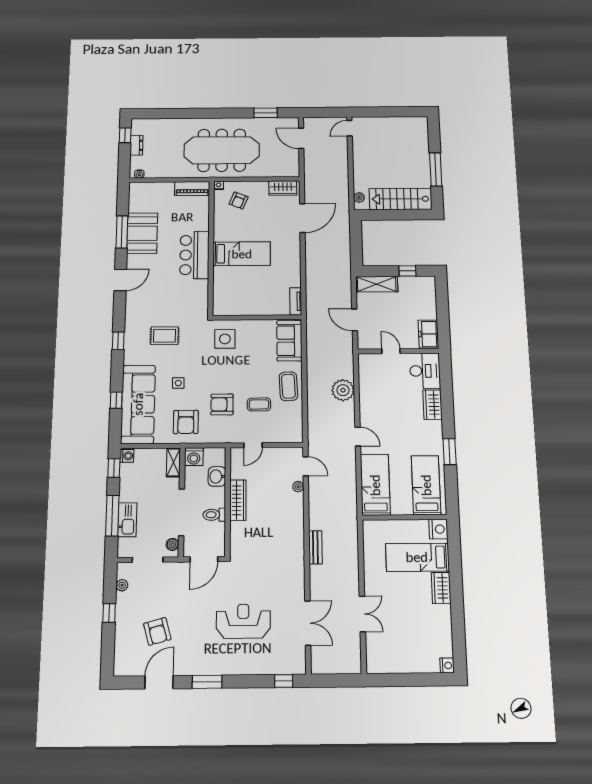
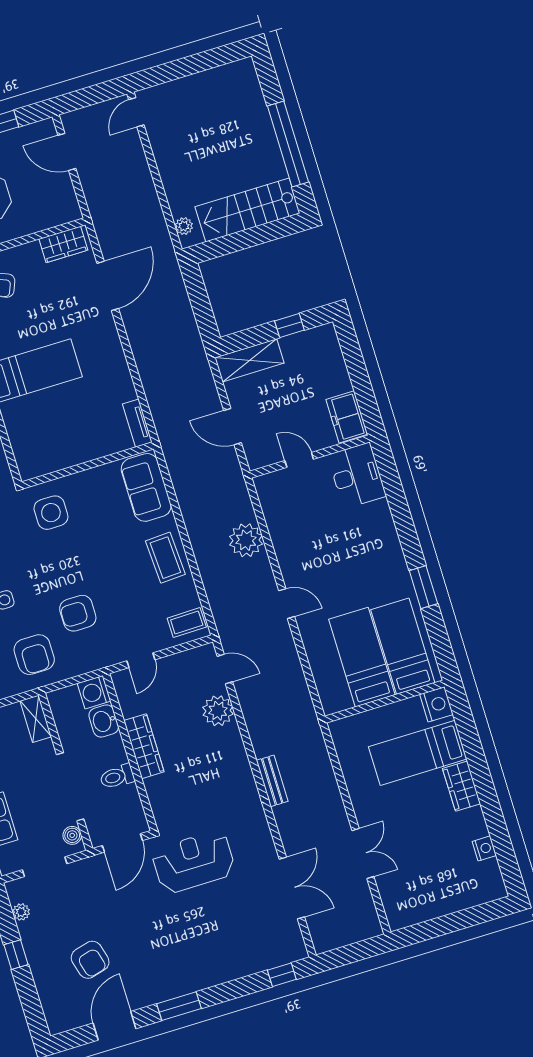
window: (436, 169) -> (288, 144), width x1.46
coffee table: (259, 404) -> (187, 623), moved
wardrobe: (432, 405) -> (381, 524), removed
washing machine: (194, 457) -> (94, 692), moved, turned 90
bed: (375, 485) -> (362, 657), moved
plant: (298, 487) -> (218, 711), width x1.88, depth x1.88
reception desk: (243, 621) -> (194, 862), moved
nightstand: (447, 665) -> (484, 848), moved

